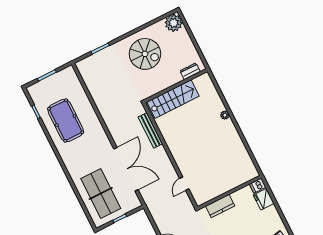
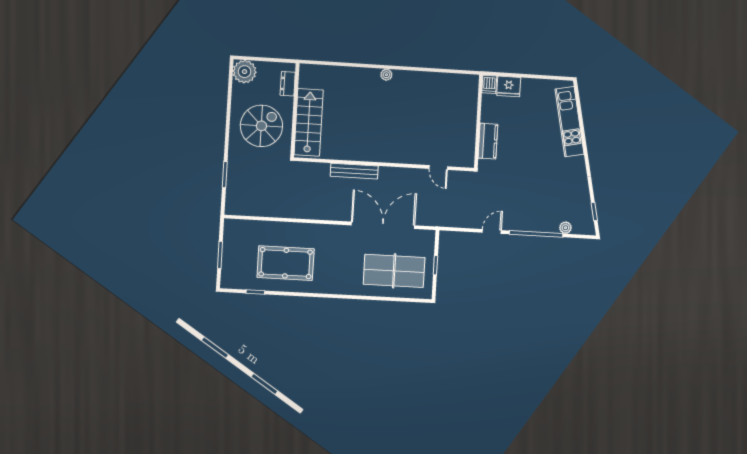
dresser: (190, 71) -> (288, 84), moved
wall: (176, 86) -> (295, 110), moved
stairs: (173, 99) -> (309, 122), moved

